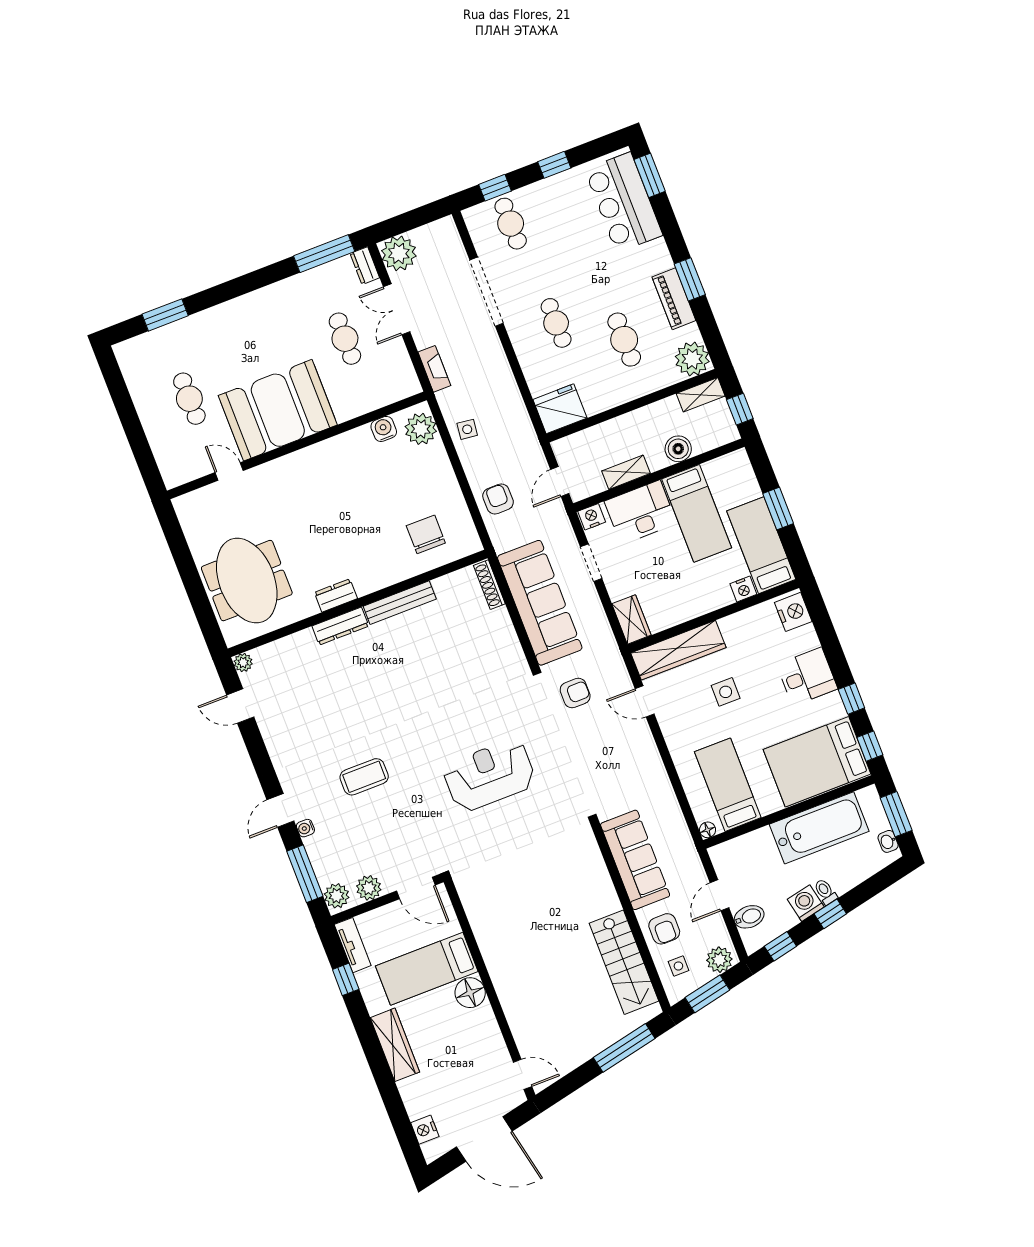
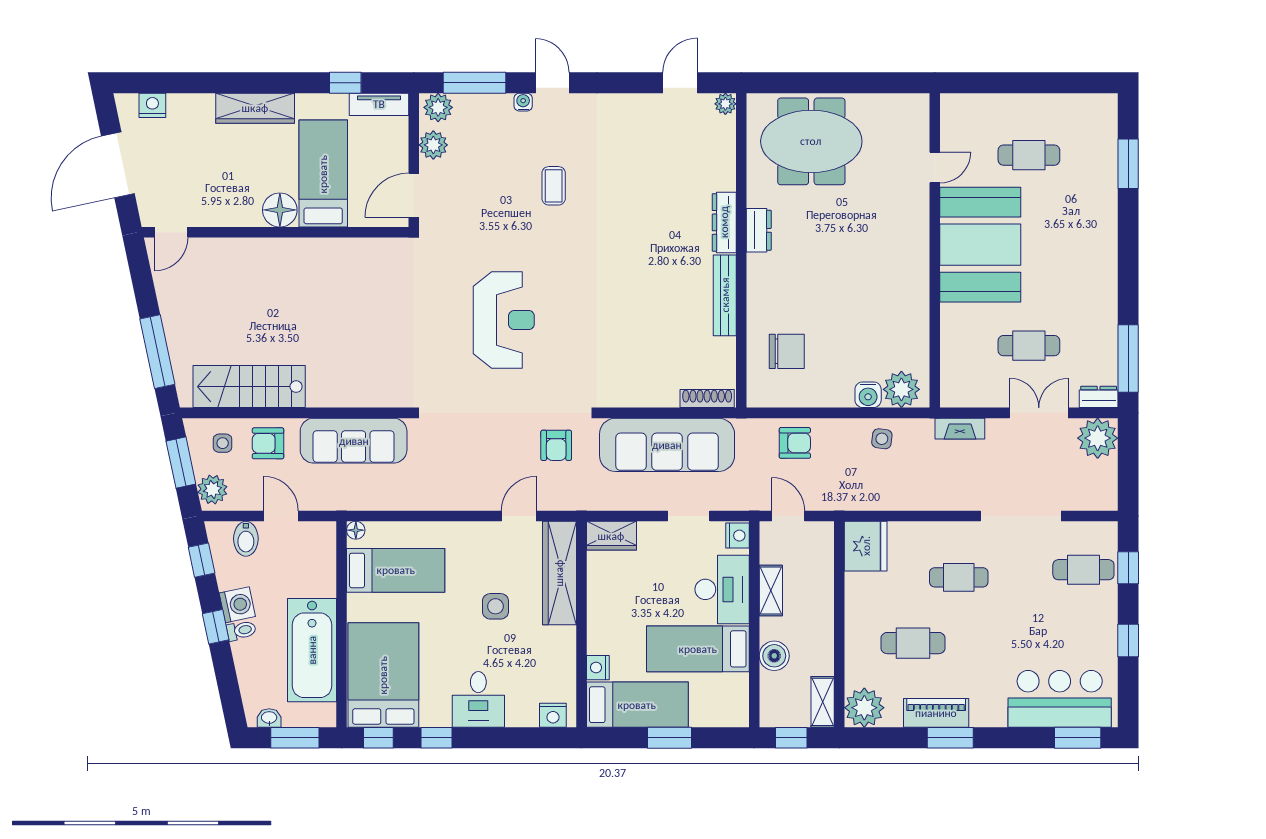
water cooler: (384, 429) -> (868, 395), moved, turned 90
nightstand: (793, 612) -> (553, 715), width x0.74, depth x0.75
coffee table: (364, 777) -> (554, 186), width x0.73, depth x0.77

